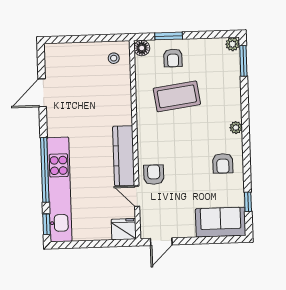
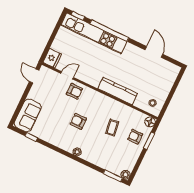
coffee table: (177, 96) -> (112, 128), width x0.54, depth x0.58
kitchen counter: (124, 156) -> (118, 91), moved
armchair: (223, 163) -> (78, 121), moved

